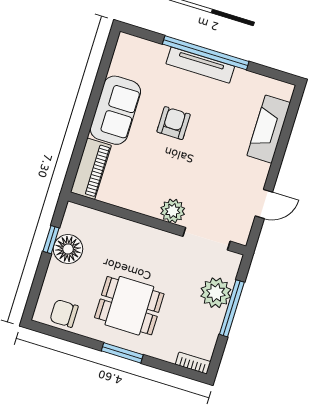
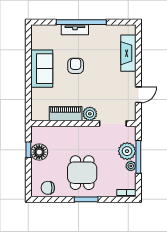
tv unit: (200, 65) -> (75, 30), width x0.71
piano: (91, 169) -> (66, 114), moved, turned -90
dining table: (129, 306) -> (82, 173), turned 90
plant: (215, 320) -> (131, 166), added

